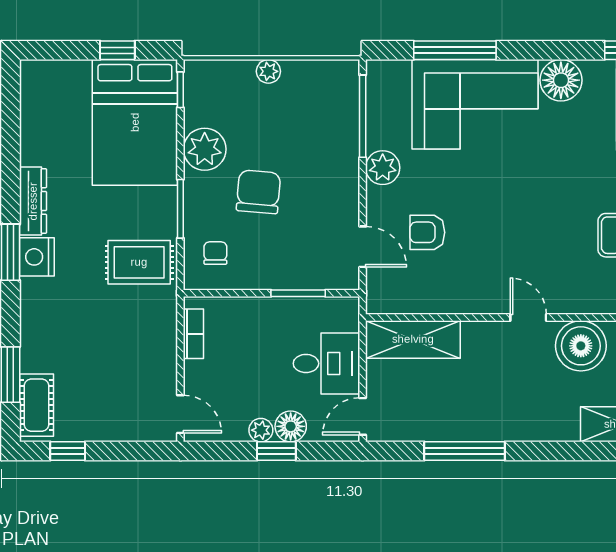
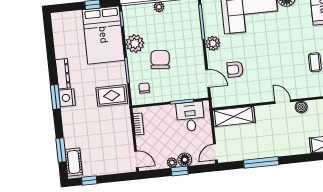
boiler: (581, 346) -> (301, 107), width x0.54, depth x0.54
desk: (326, 363) -> (190, 117), moved, turned -90

